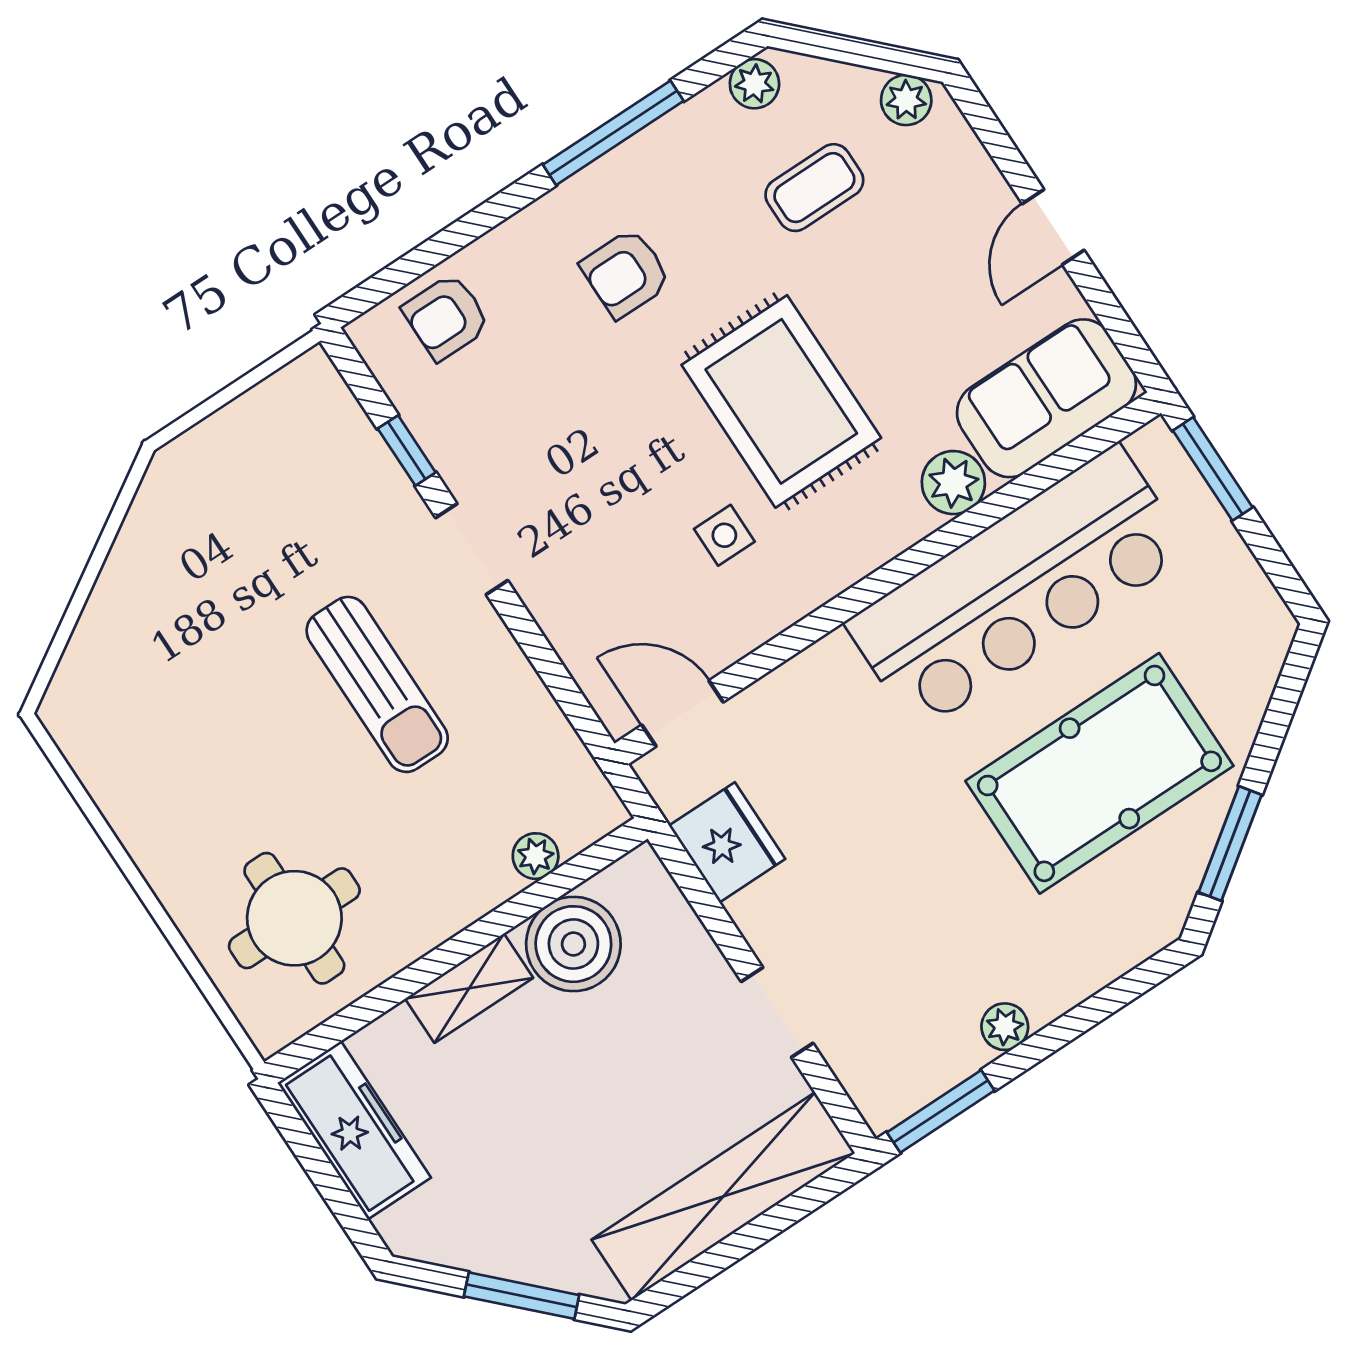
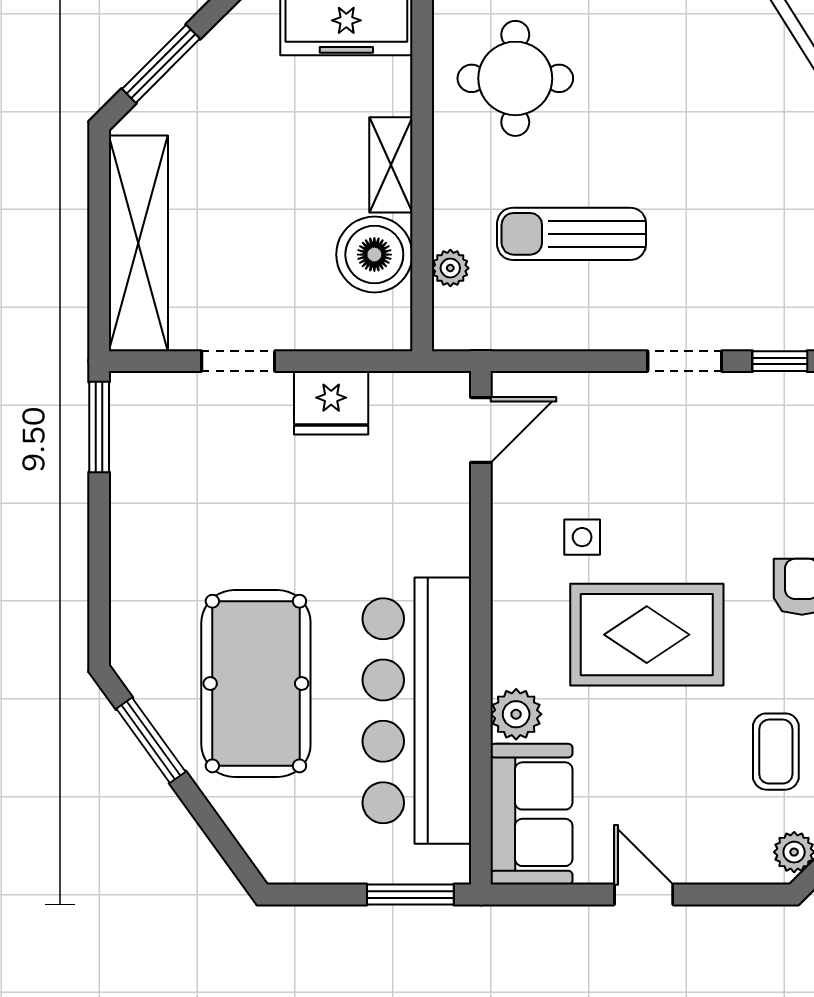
sun lounger: (377, 684) -> (572, 234), moved
fridge: (727, 842) -> (331, 403), moved
plant: (1005, 1027) -> (128, 508), removed

